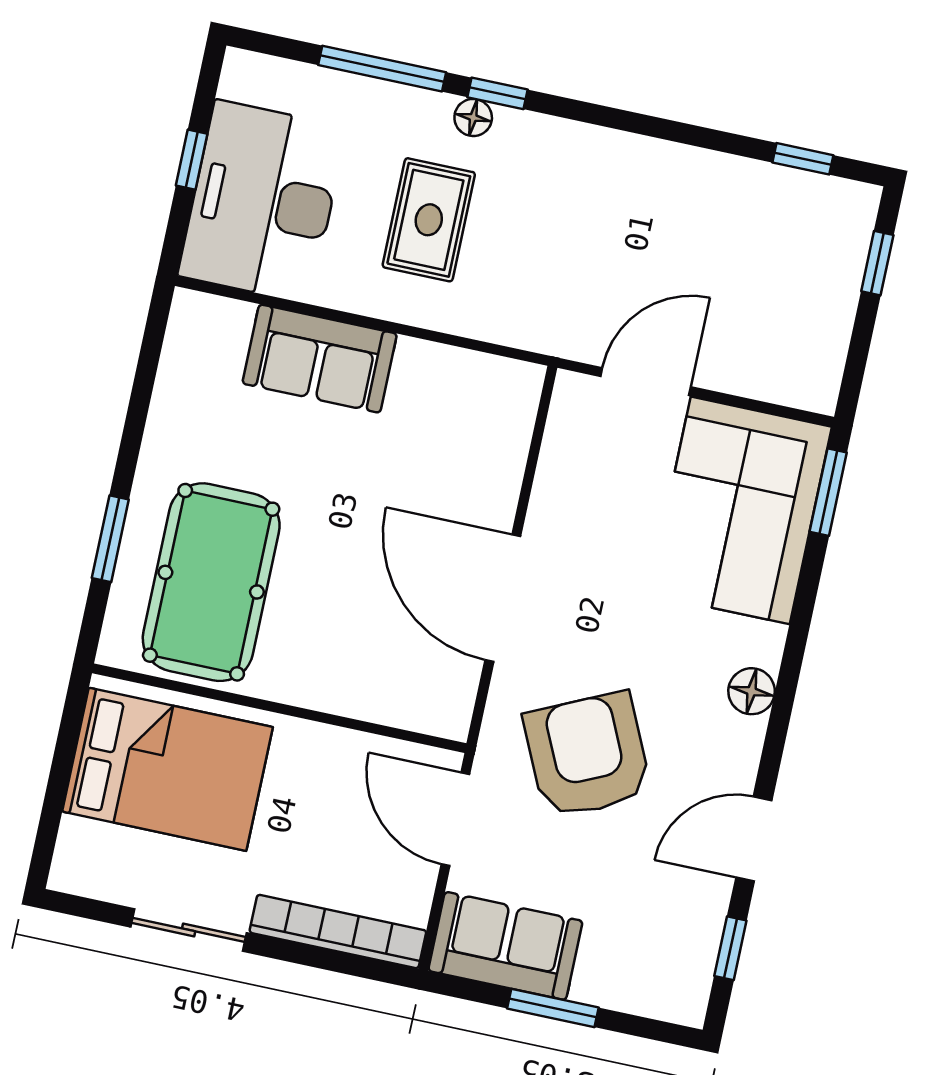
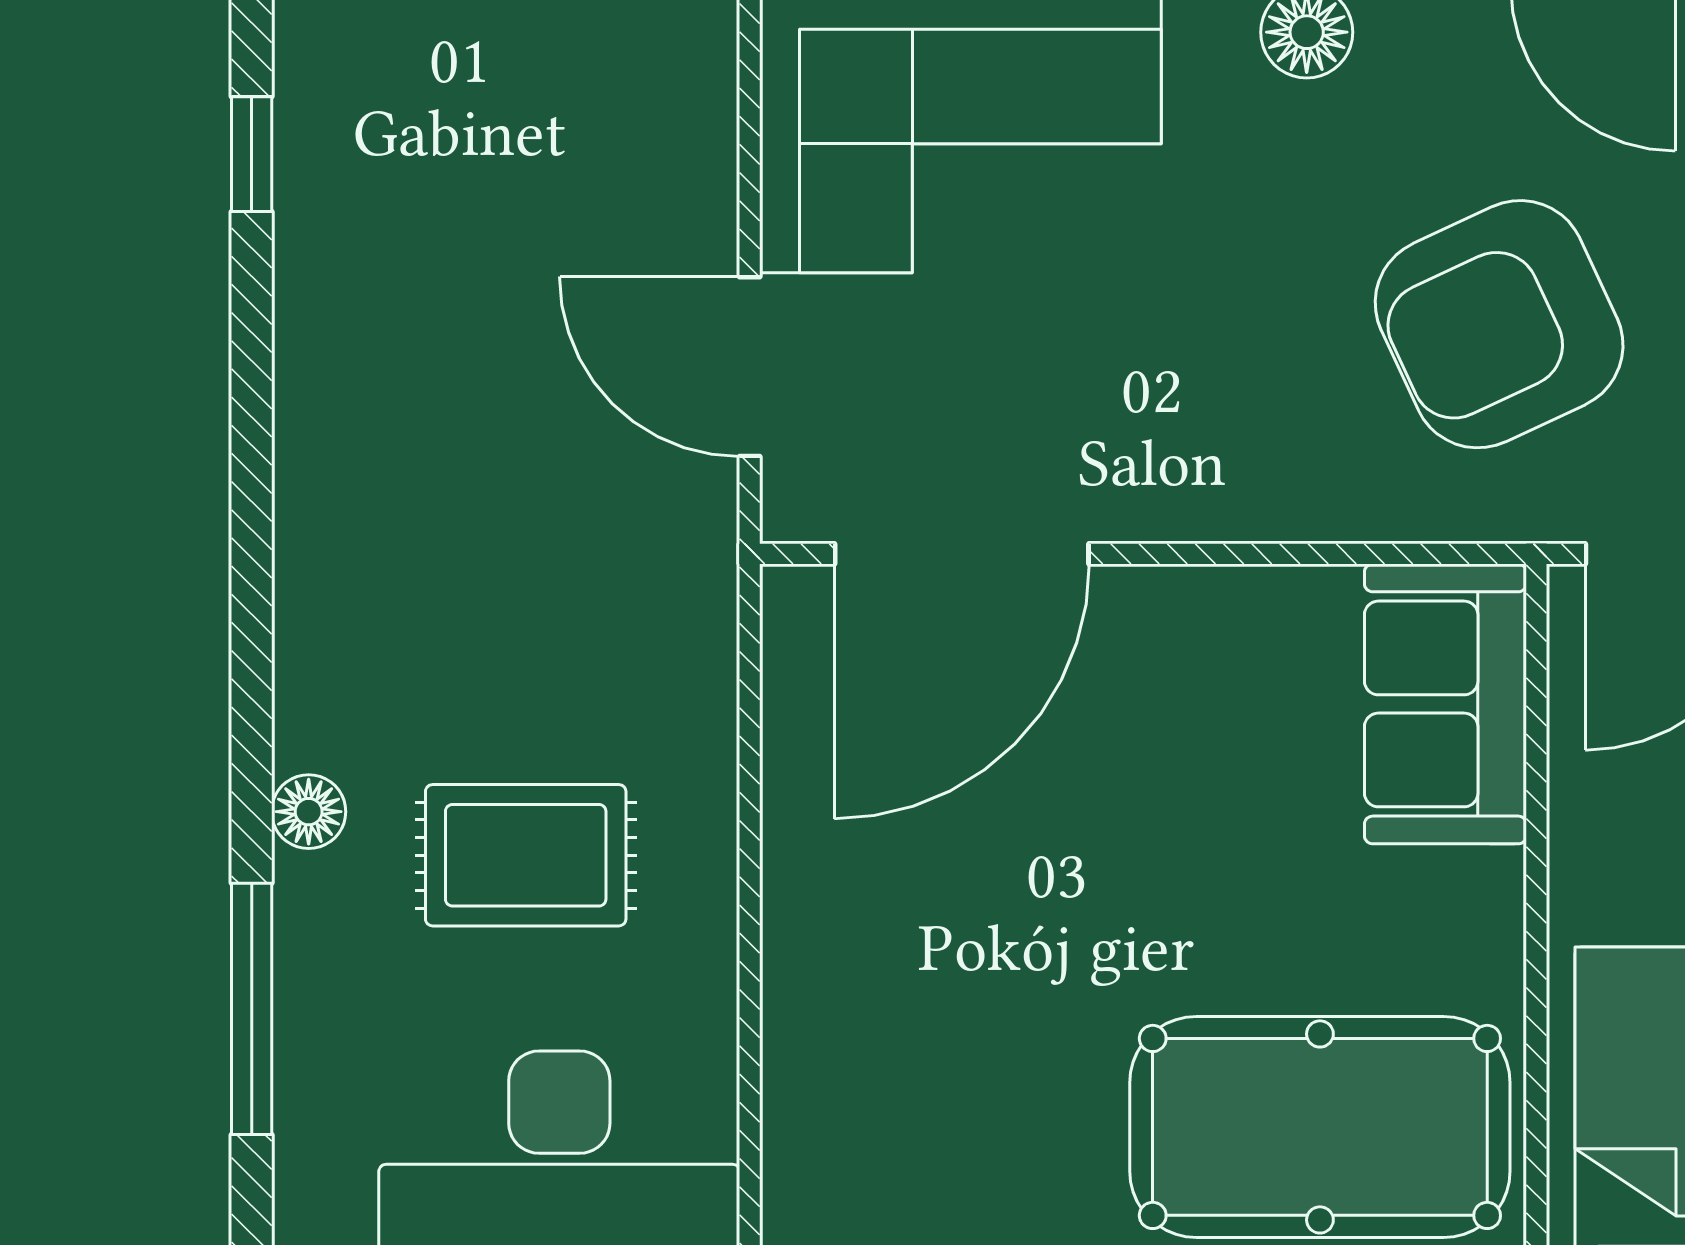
window: (498, 93) -> (252, 774), removed
sofa: (320, 359) -> (1445, 704), moved, turned 180
door: (503, 598) -> (962, 554), moved

